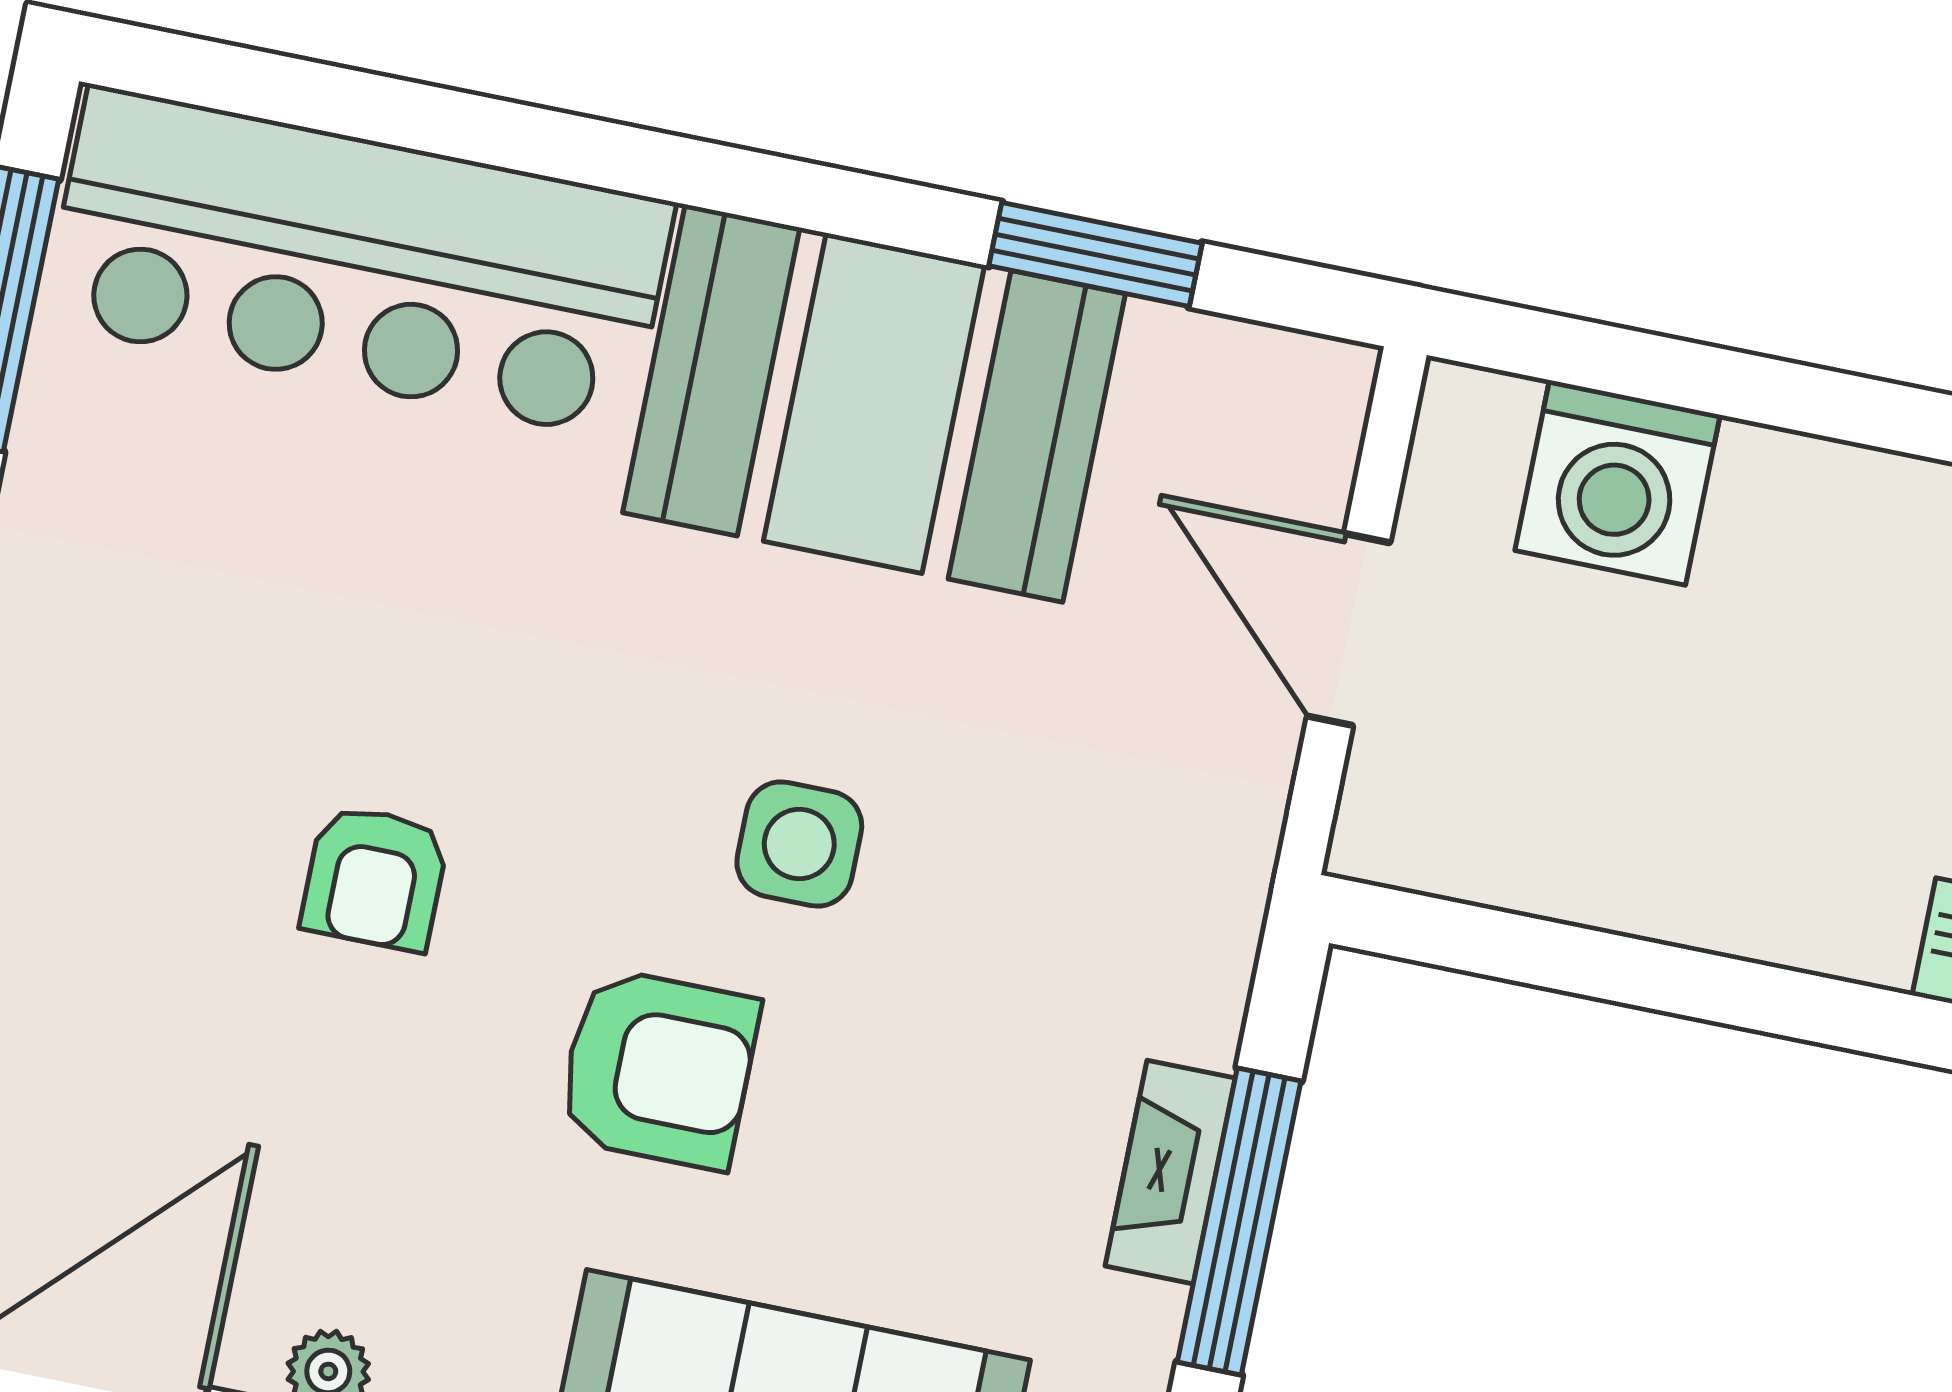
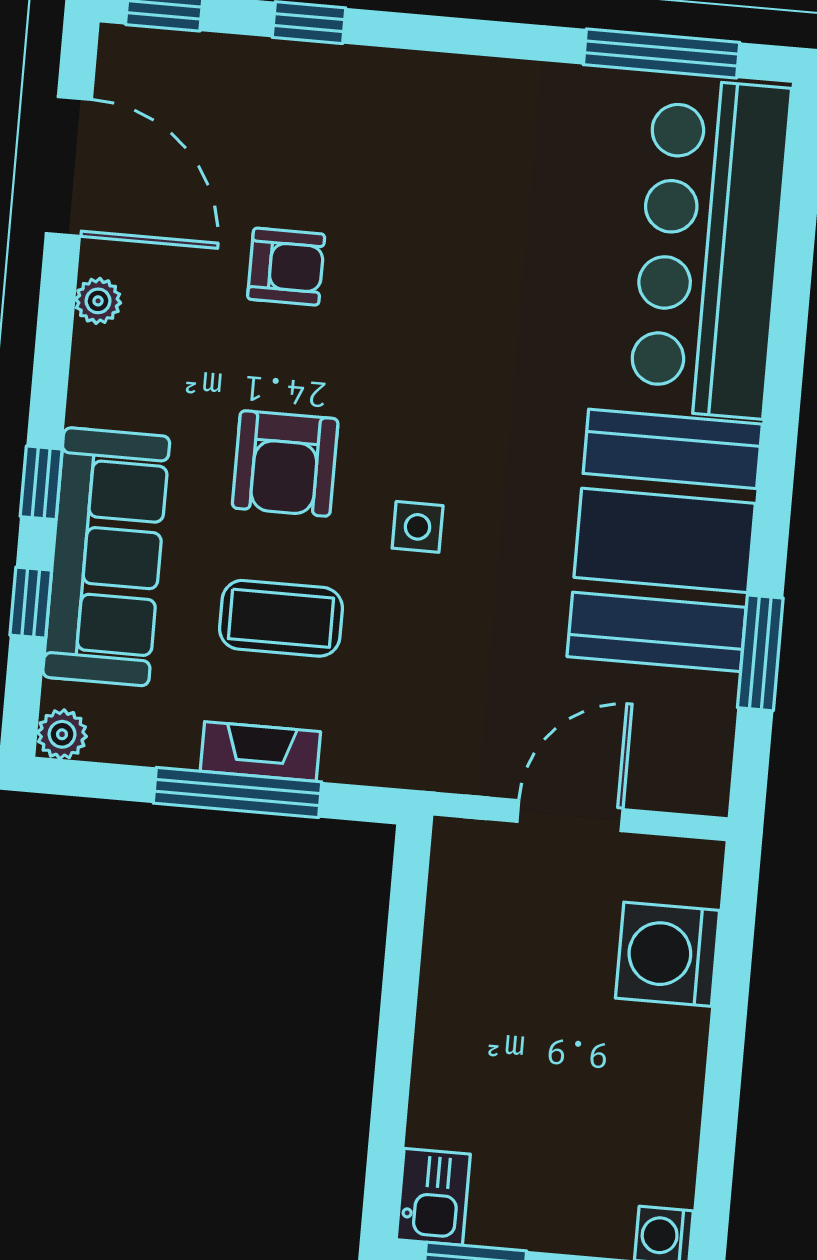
side table: (799, 844) -> (418, 527), width x0.73, depth x0.73
armchair: (375, 878) -> (286, 267), moved, turned 180
coffee table: (936, 1108) -> (281, 618), added

